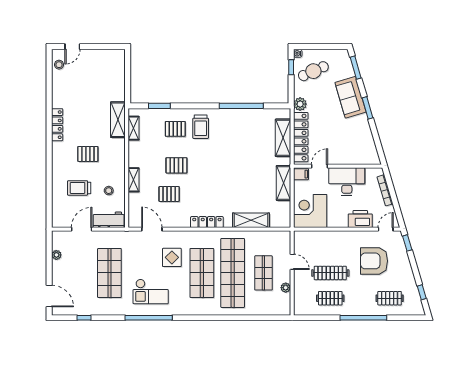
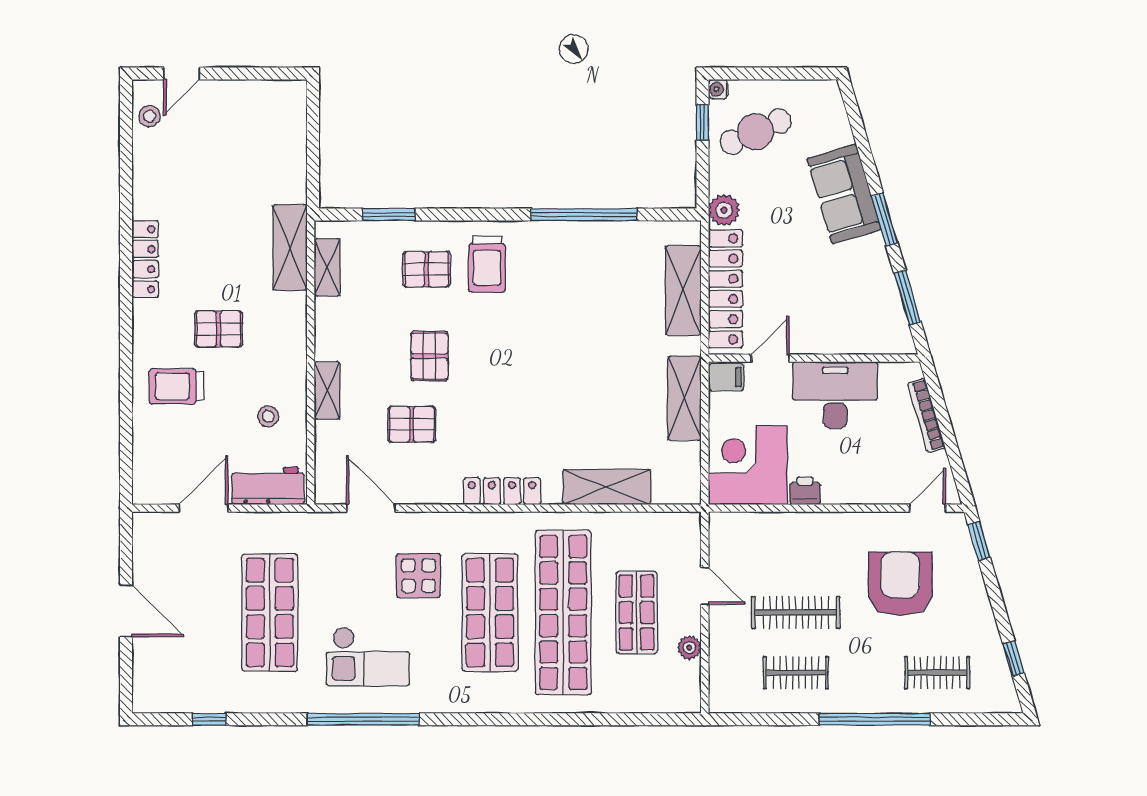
window: (356, 68) -> (907, 297), moved
pallet: (176, 165) -> (429, 356), turned 90
trolley: (79, 188) -> (176, 386), moved
printer: (360, 219) -> (805, 491), moved, width x0.53, depth x0.68
plant: (56, 255) -> (143, 570), removed
armchair: (374, 261) -> (900, 584), turned 90
door: (49, 296) -> (126, 611), moved

